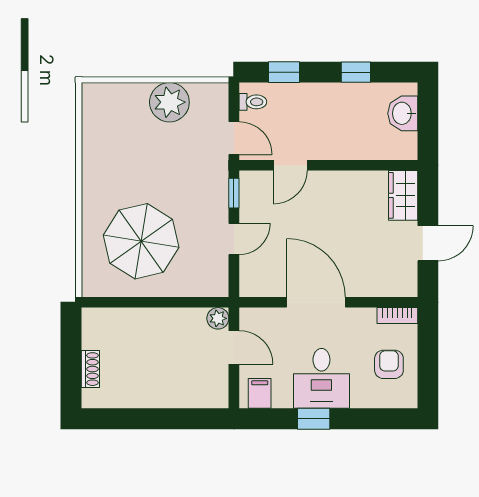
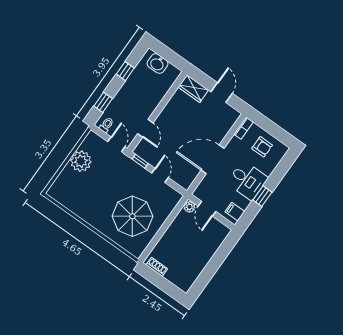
door: (234, 138) -> (116, 144), hinge flipped
door: (234, 347) -> (207, 209), swing flipped
armchair: (389, 364) -> (262, 147), turned 180
shoe rack: (90, 369) -> (157, 267), moved

